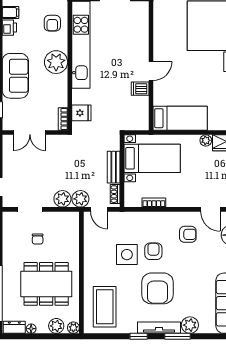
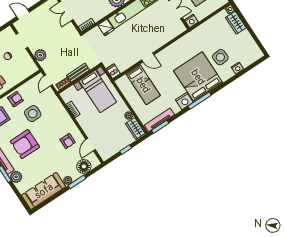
dishwasher: (140, 89) -> (113, 71), moved
fridge: (81, 113) -> (106, 27), moved
bed: (180, 118) -> (143, 85), moved
plant: (80, 199) -> (47, 66), removed
armchair: (153, 251) -> (15, 99), moved

